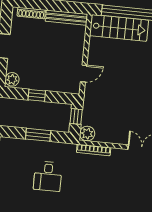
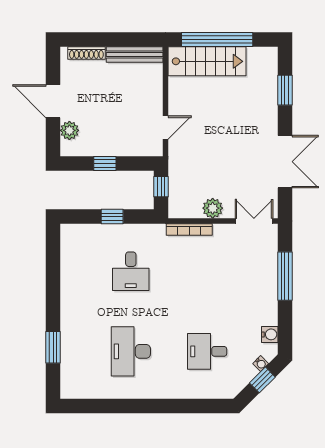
plant: (12, 79) -> (69, 130), moved
plant: (87, 134) -> (213, 208), moved
window: (38, 135) -> (112, 217), width x0.67

